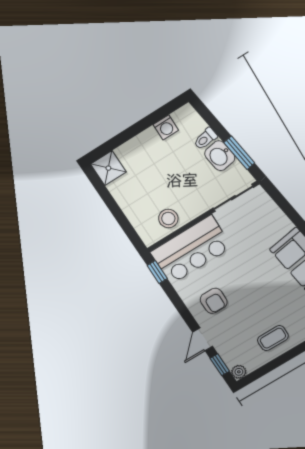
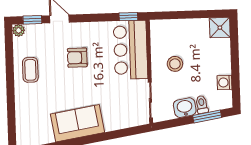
window: (239, 153) -> (207, 116), moved
stool: (168, 218) -> (175, 64), moved
armchair: (214, 301) -> (77, 58), moved

